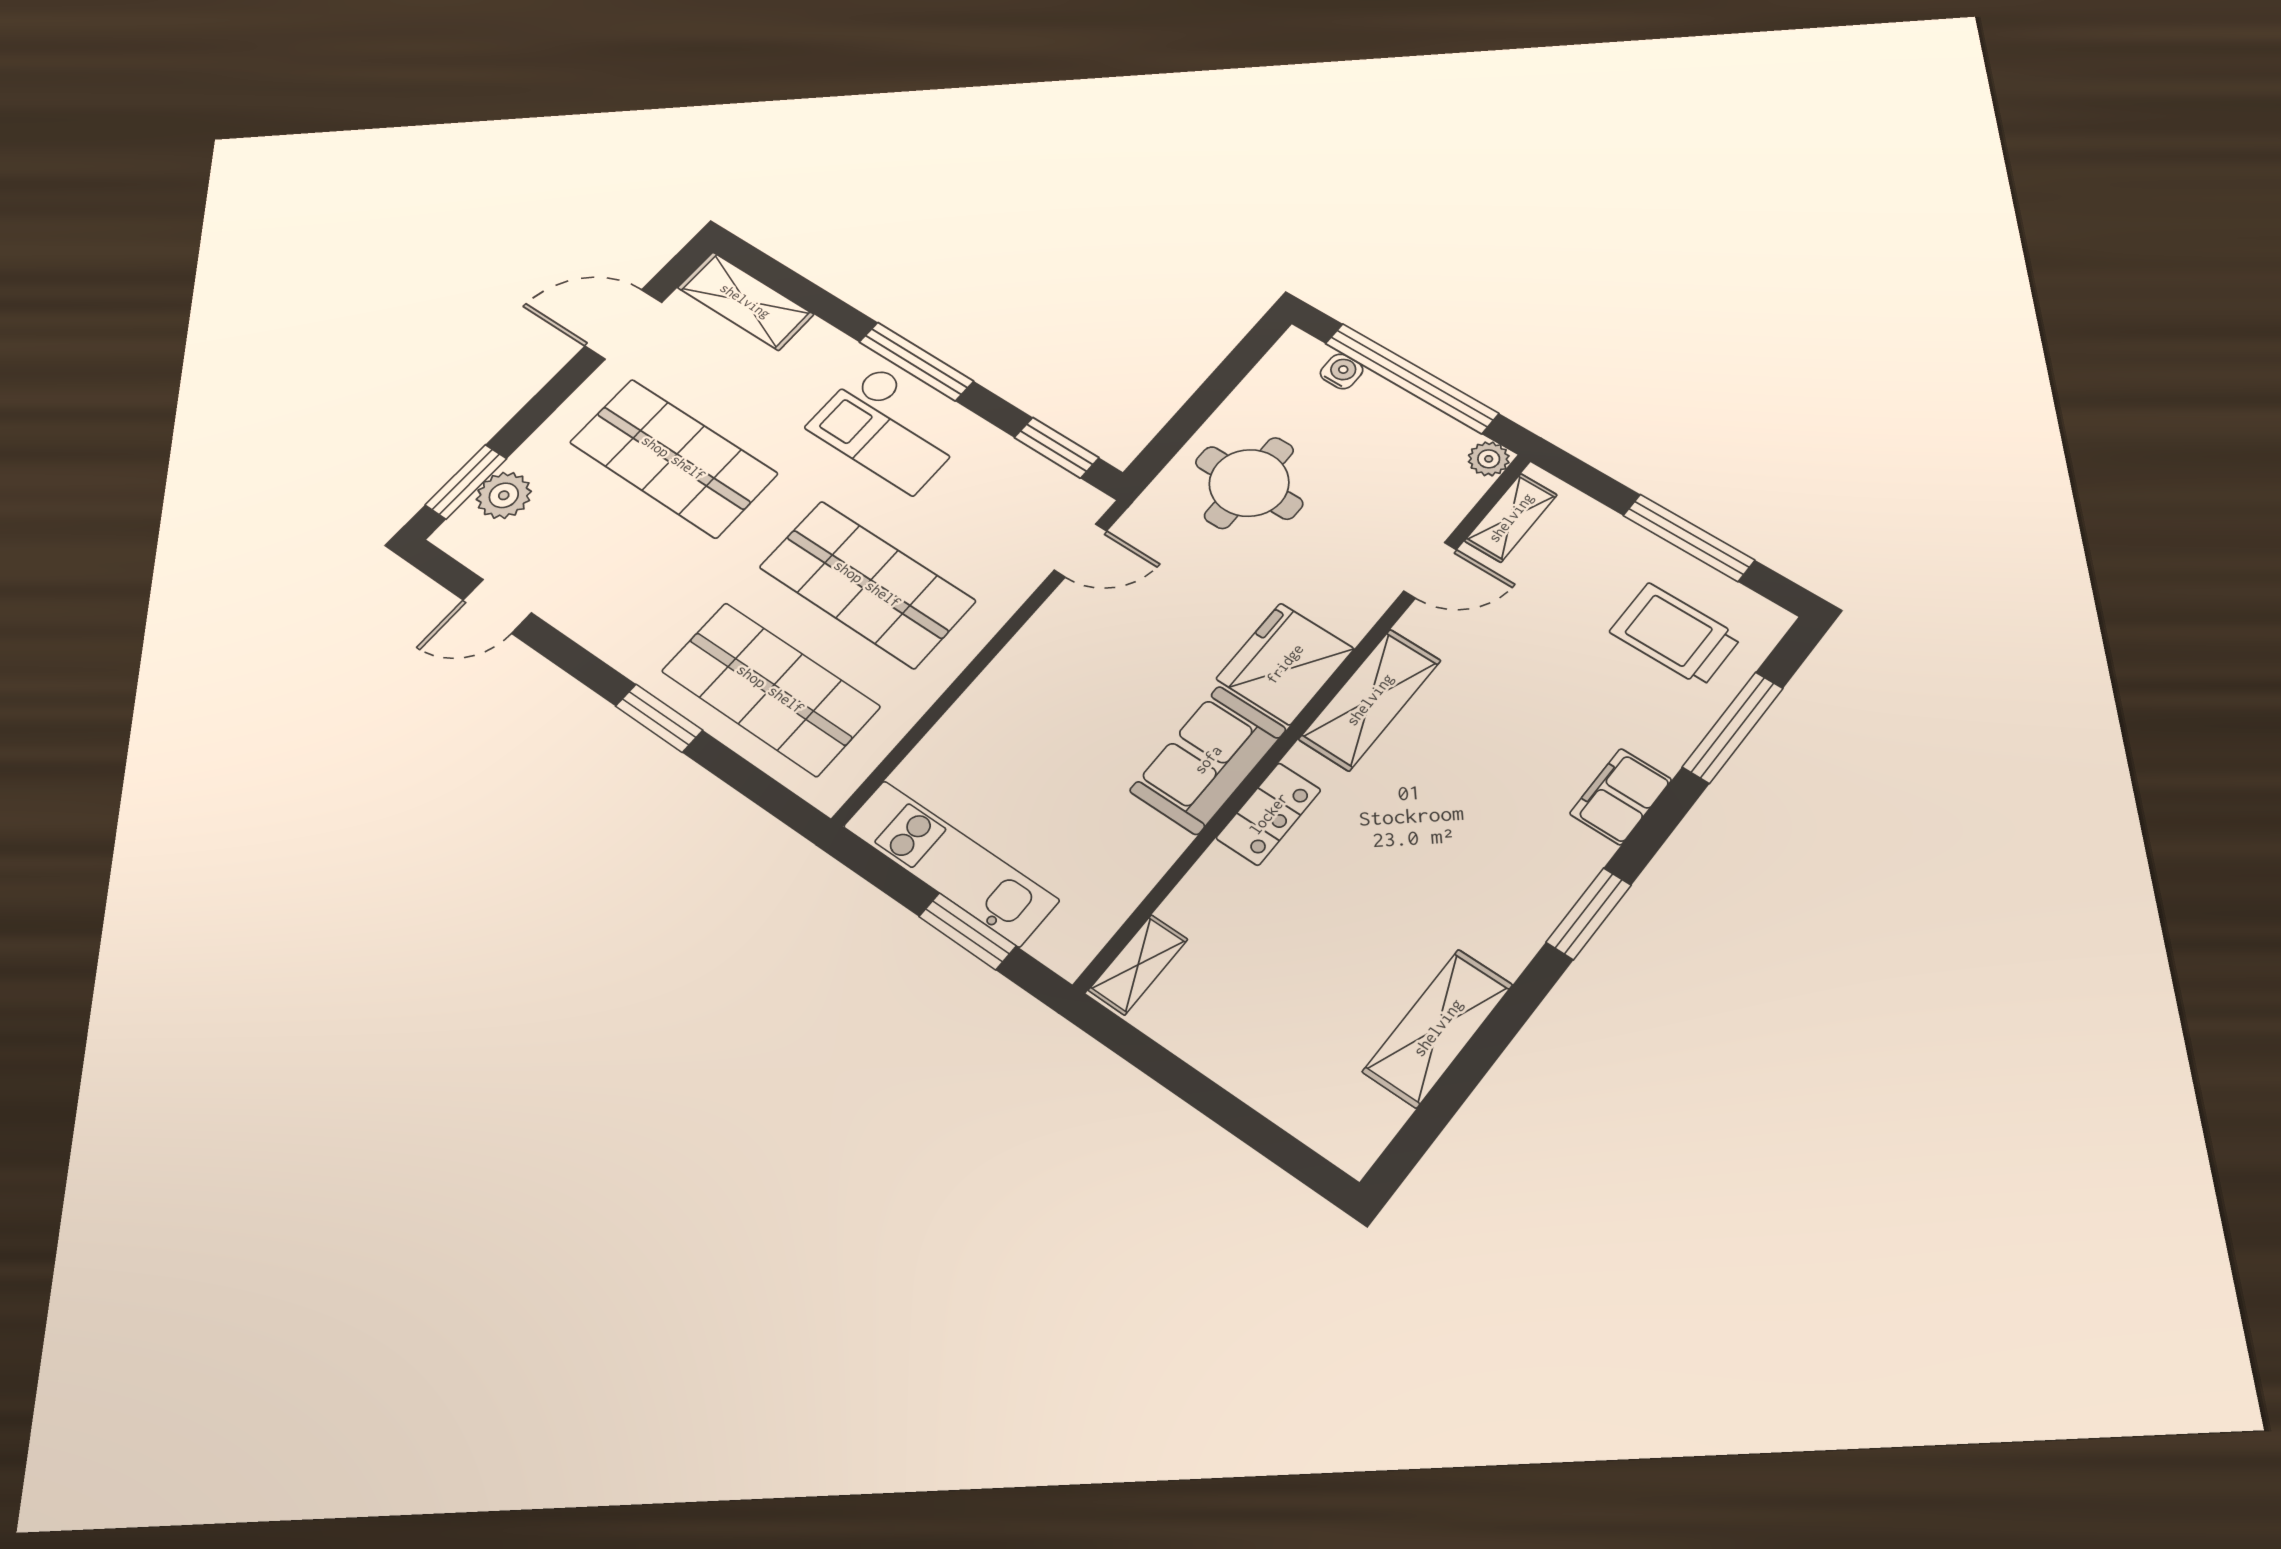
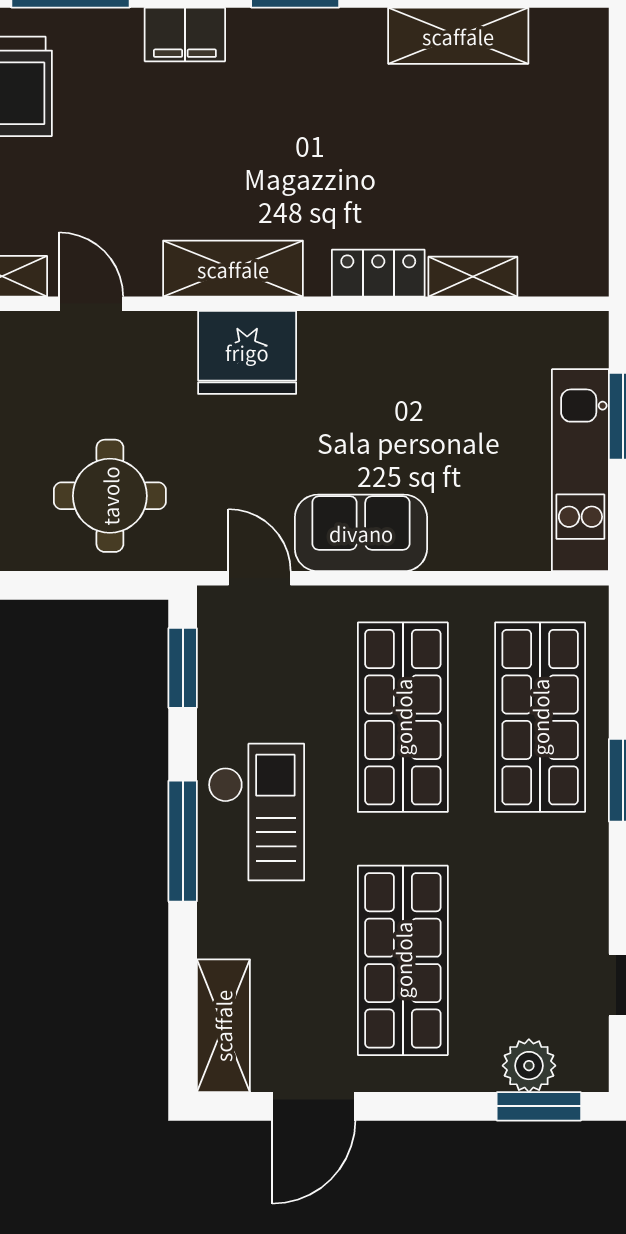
door: (624, 324) -> (314, 1106), hinge flipped
sofa: (1208, 760) -> (361, 533), moved, turned 180
shelving: (1138, 965) -> (473, 277), moved

